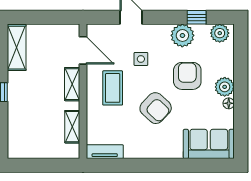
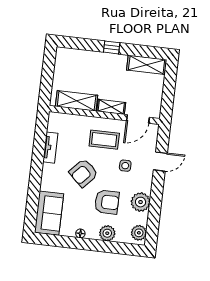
window: (197, 17) -> (154, 215), removed
plant: (225, 87) -> (107, 233), moved
shelving: (72, 127) -> (77, 101), width x1.50, depth x1.33
tv unit: (105, 152) -> (50, 148), moved

